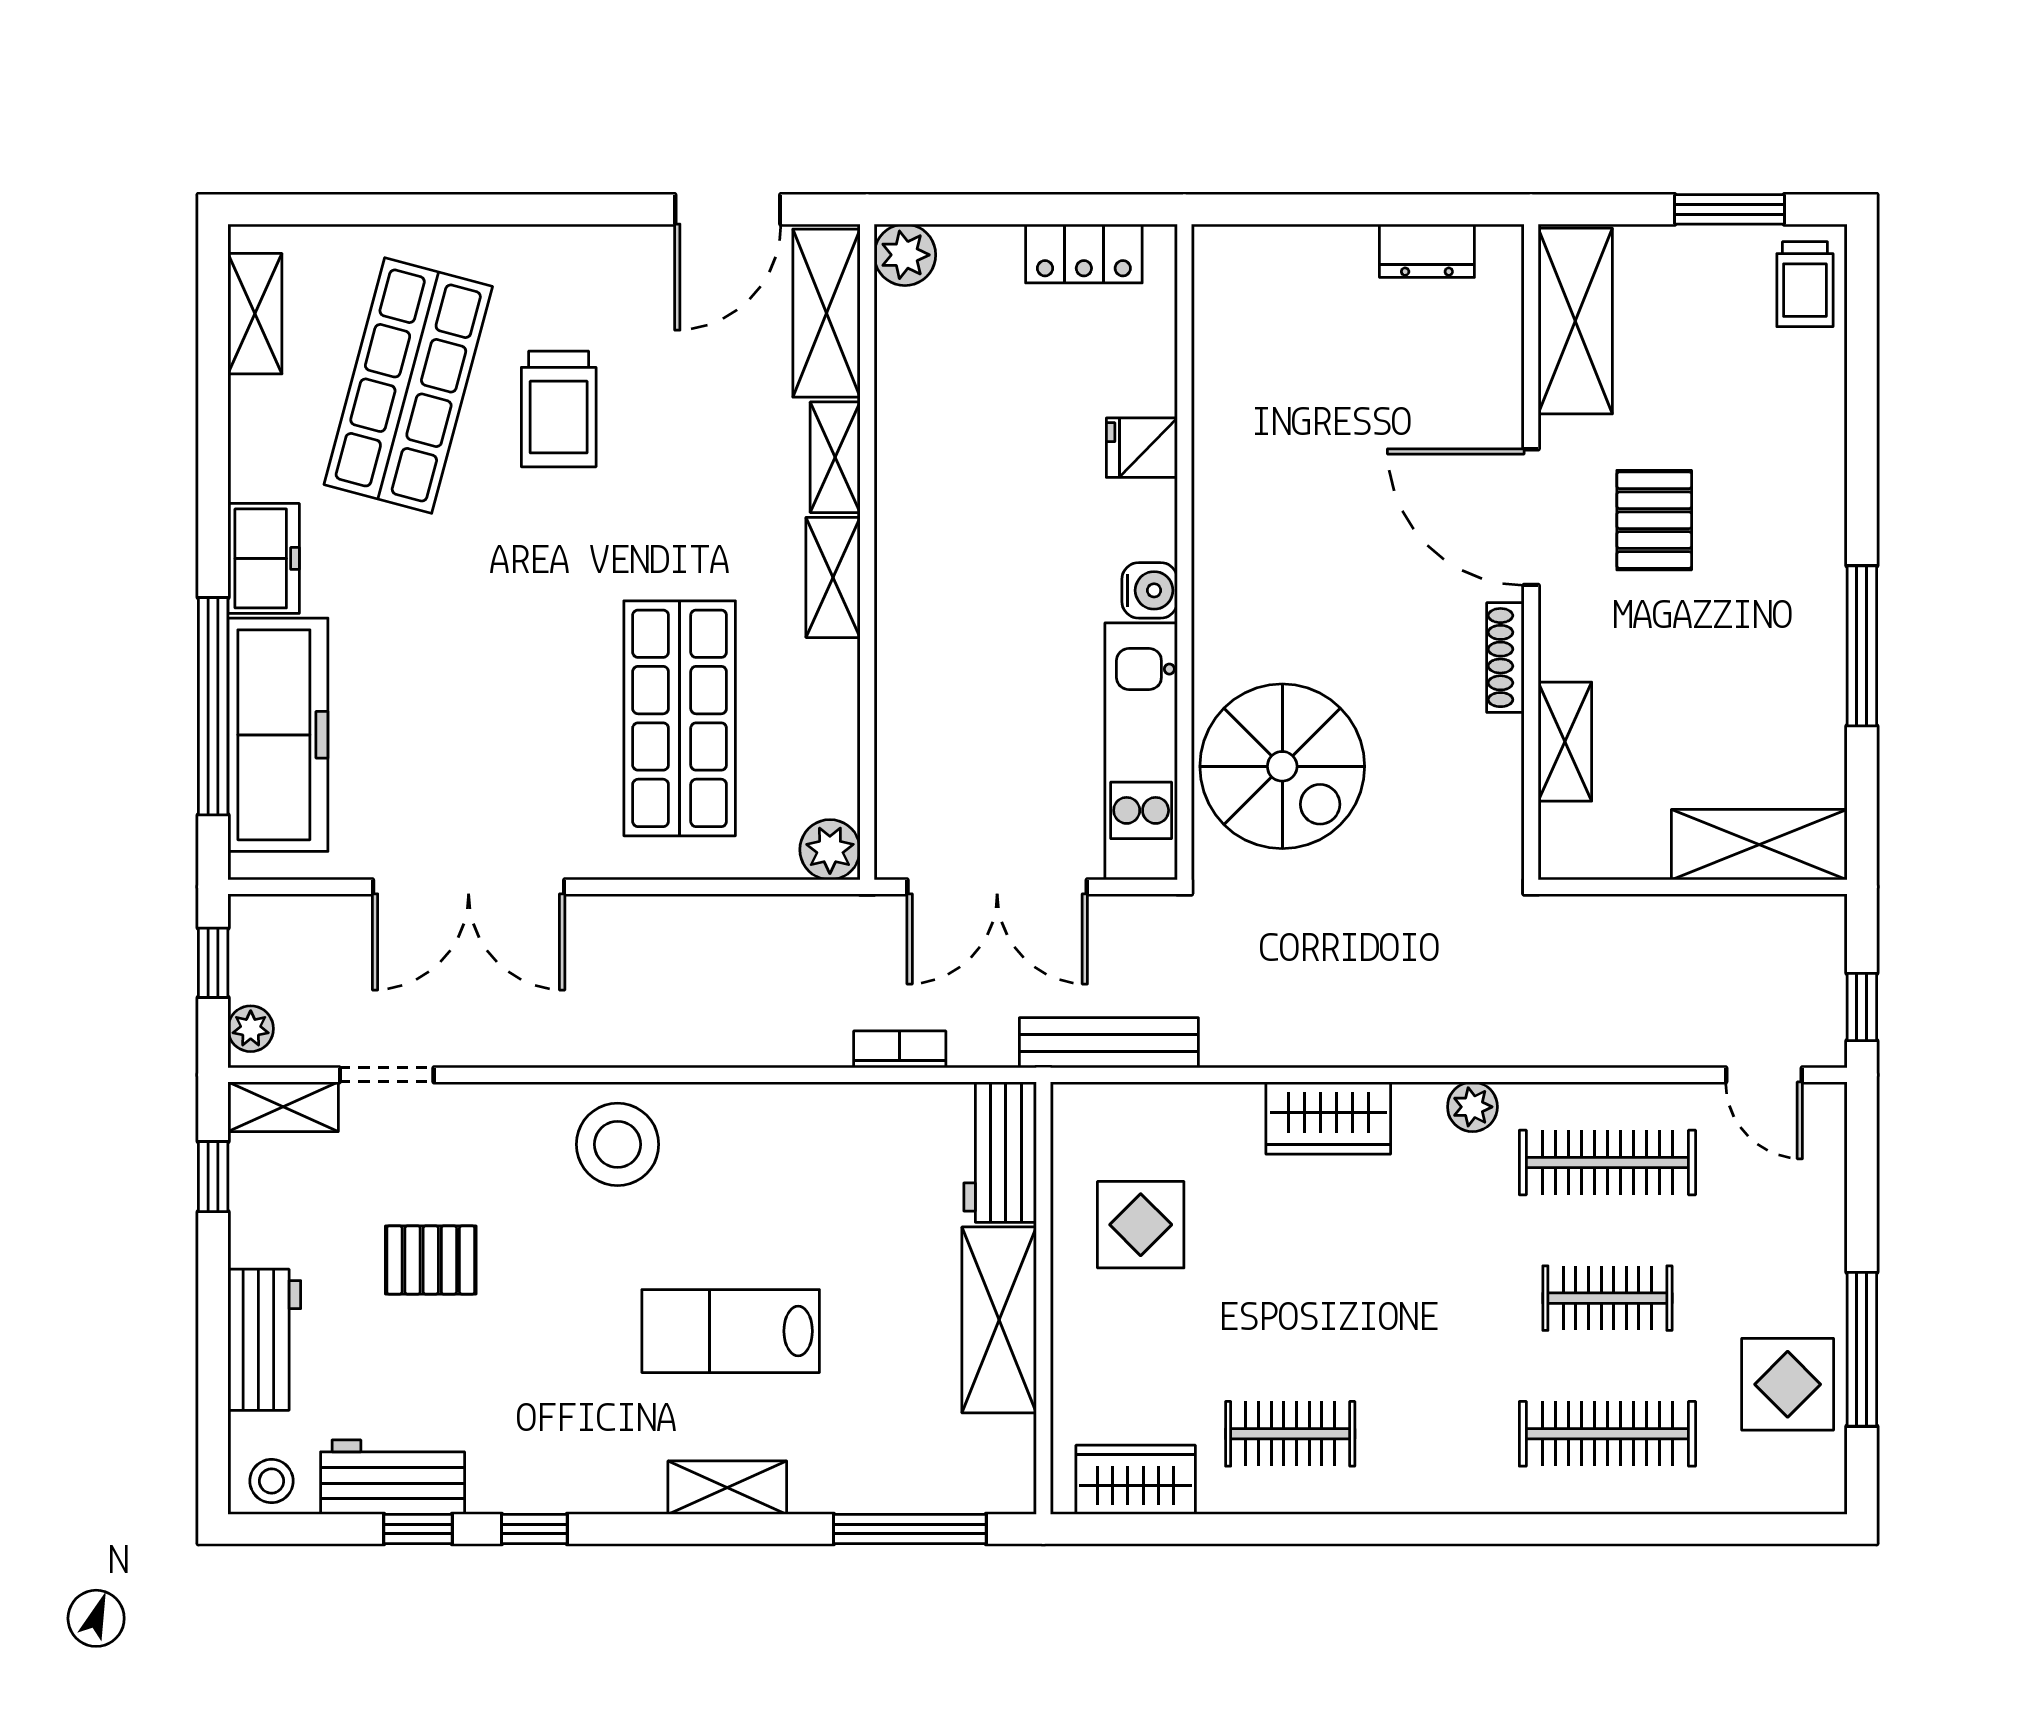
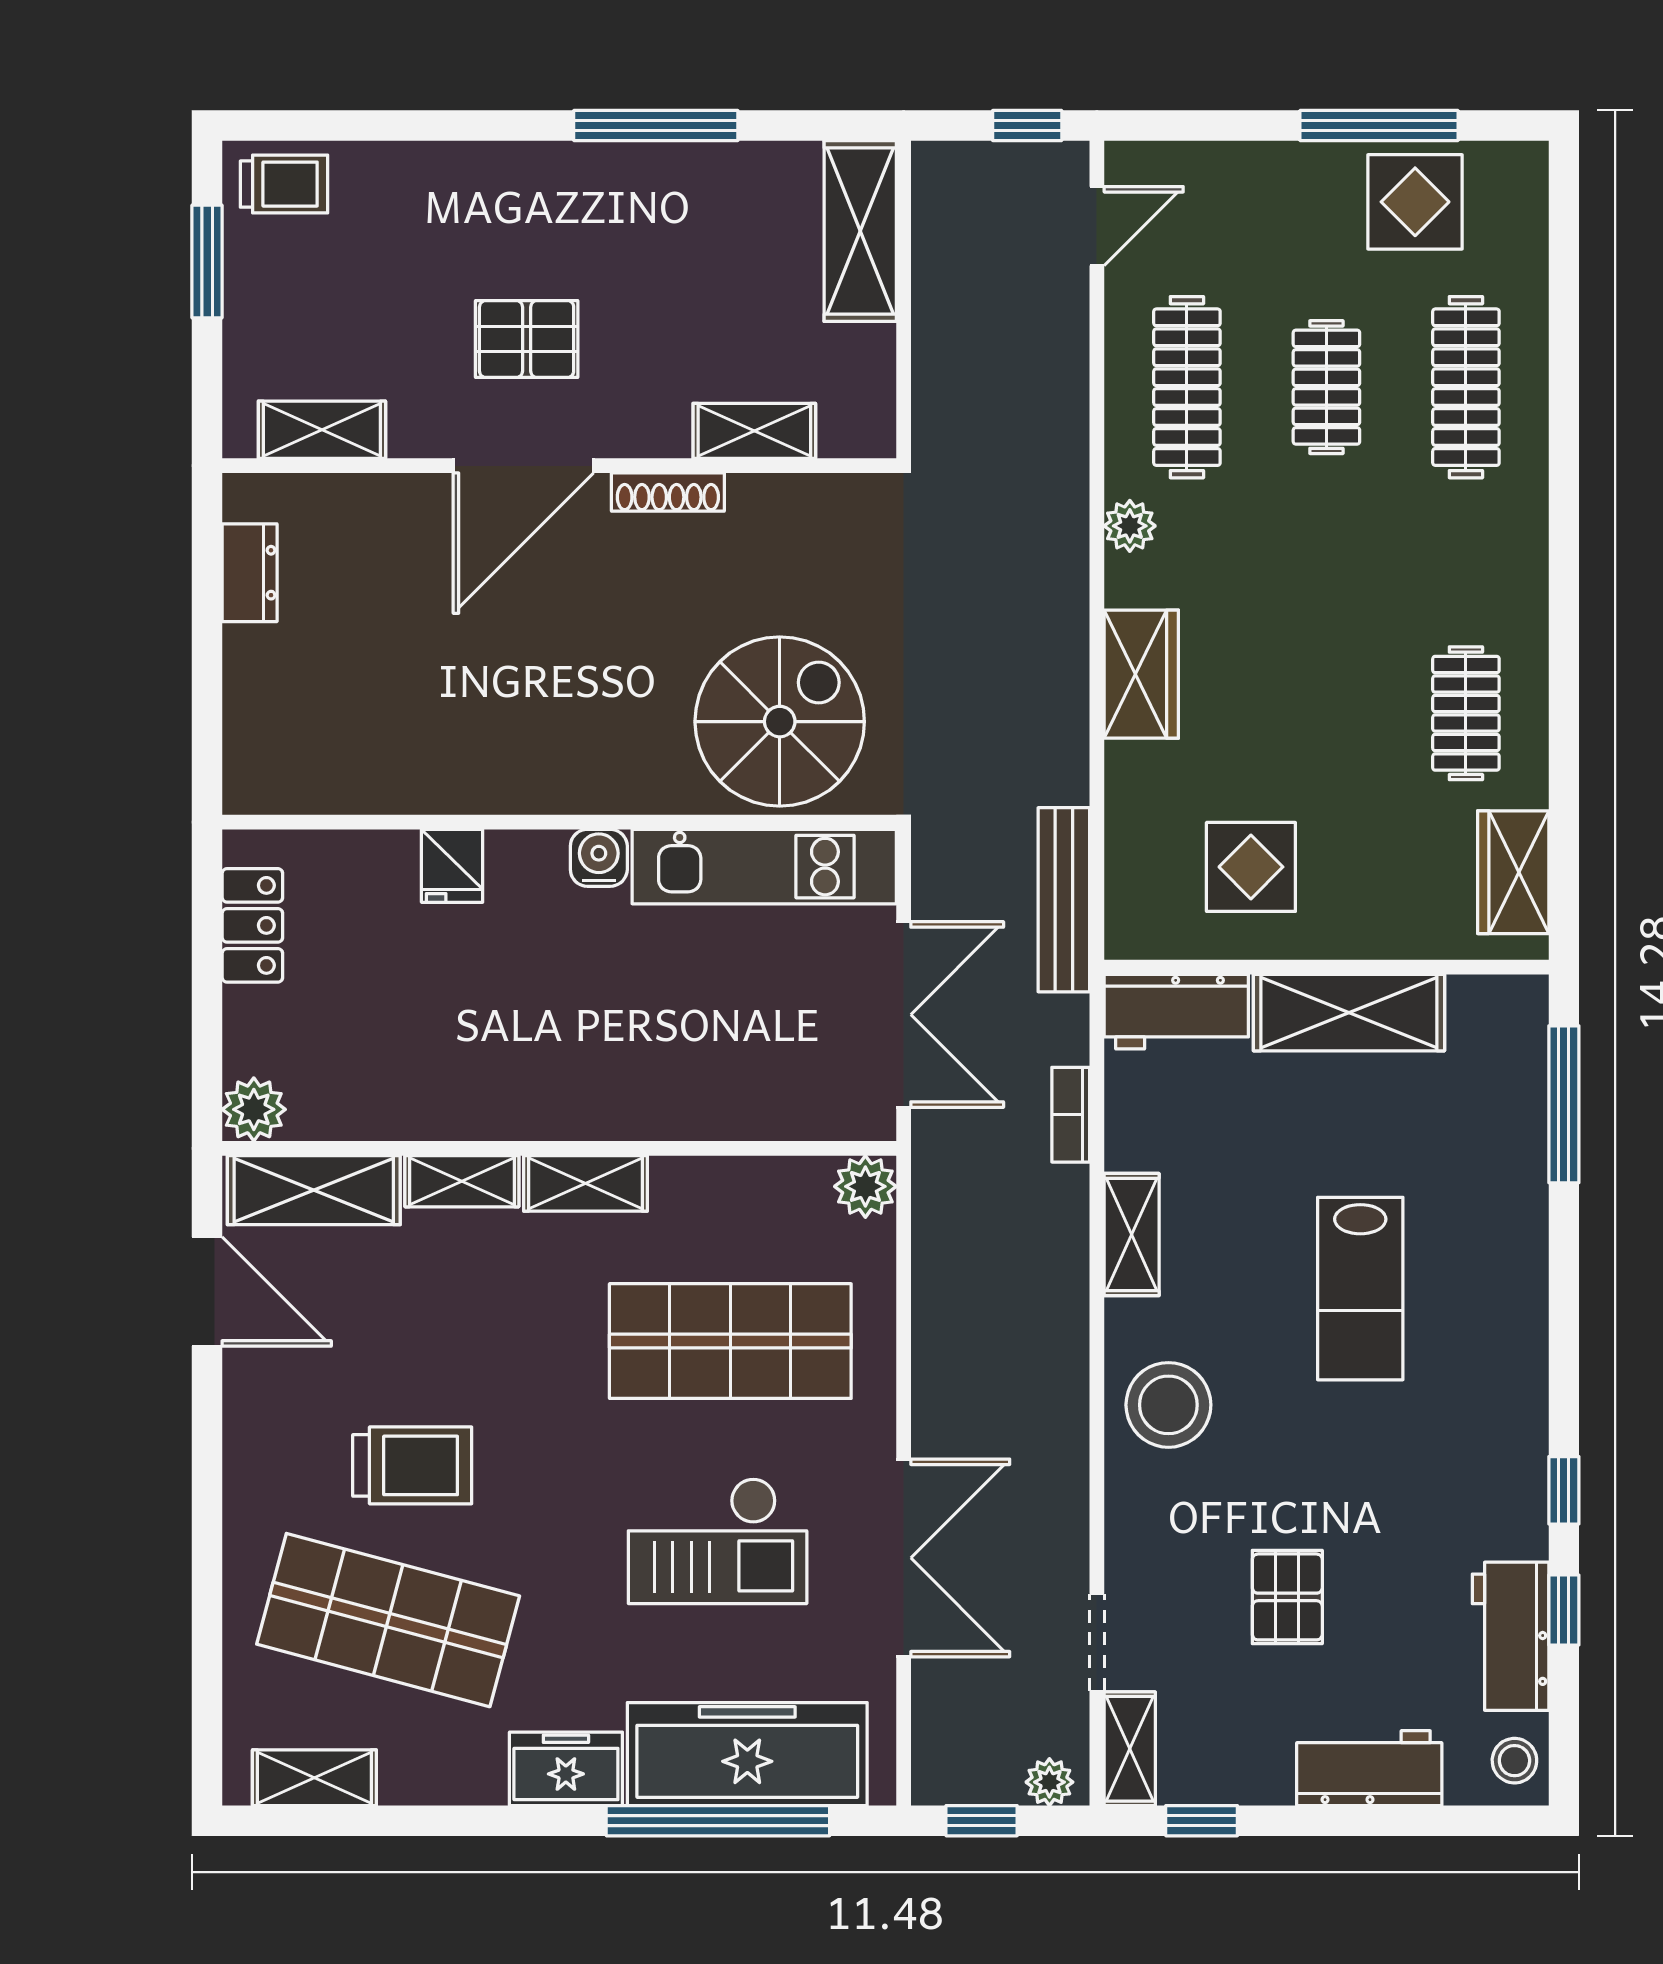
shelving: (1575, 321) -> (322, 430), width x0.67, depth x0.75
checkout: (485, 706) -> (718, 1541), added
shelving: (727, 1488) -> (1132, 1235), moved

